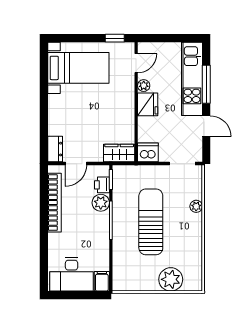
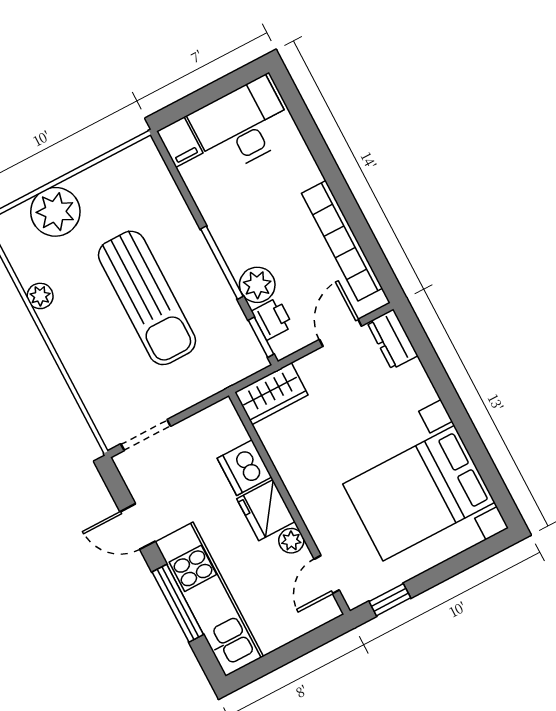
bed with nightstands: (78, 68) -> (419, 493), width x1.36
dishwasher: (148, 152) -> (244, 468), moved, turned 90
plant: (196, 206) -> (40, 296), moved

